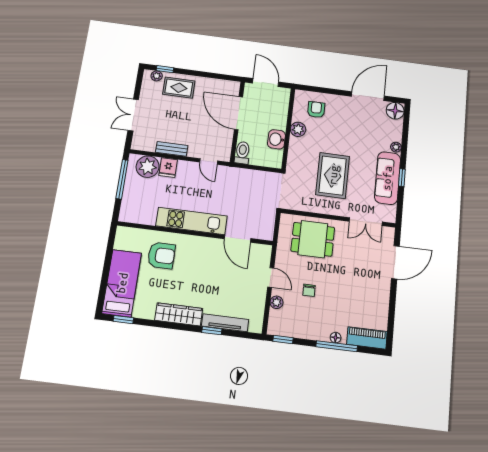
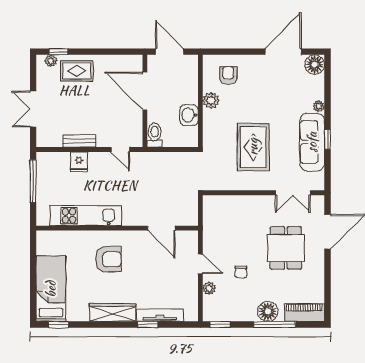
plant: (148, 167) -> (57, 164), removed
kitchen unit: (192, 221) -> (86, 216), moved
dining table: (313, 239) -> (286, 248), moved, turned 90
armchair: (161, 255) -> (108, 259), moved
floor lamp: (336, 338) -> (268, 311), width x1.89, depth x1.89

